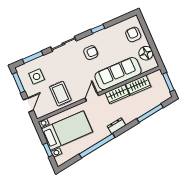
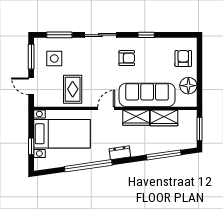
door: (28, 105) -> (31, 86), swing flipped

